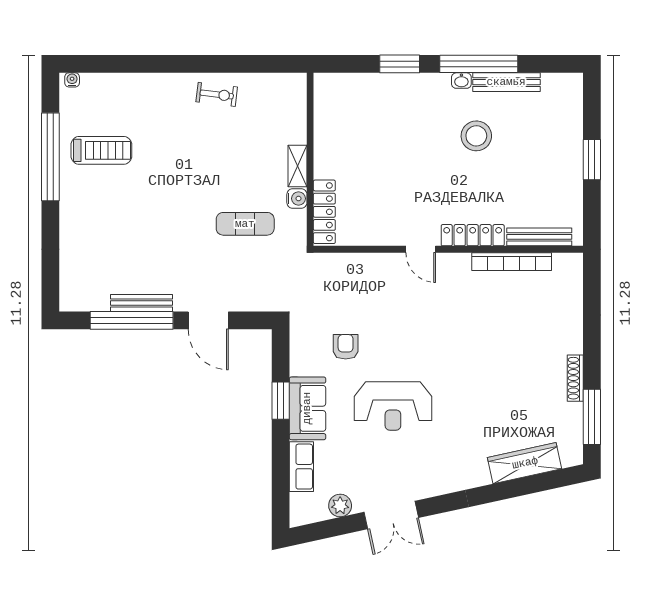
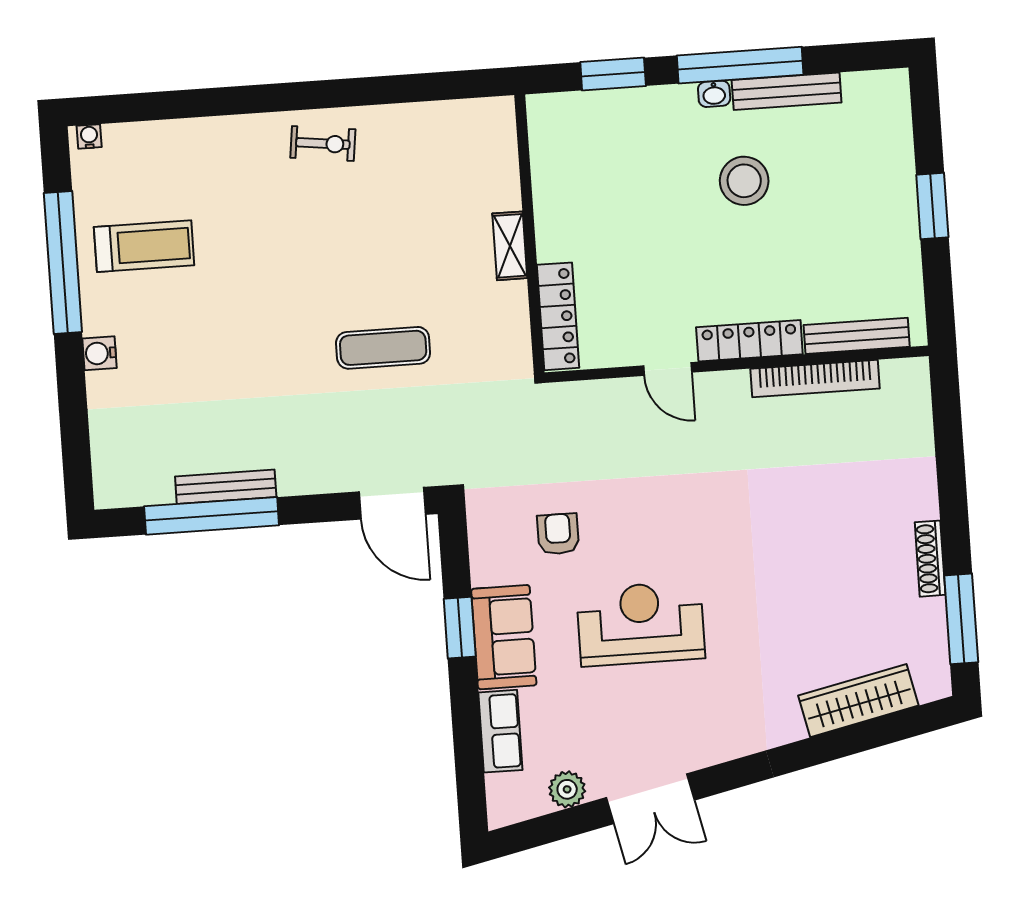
wall: (310, 159) -> (529, 234), moved
shelving: (297, 166) -> (510, 246), moved
water cooler: (297, 199) -> (99, 353), moved, turned 180
locker: (324, 212) -> (558, 316), moved
door: (208, 320) -> (392, 503), moved
reception desk: (393, 406) -> (641, 624), turned 180

